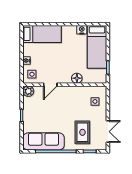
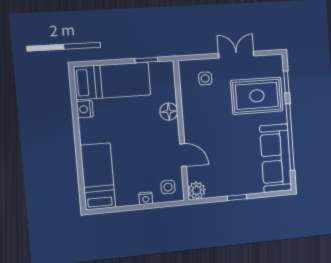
rug: (82, 132) -> (257, 96), width x1.36, depth x1.43
double door: (108, 132) -> (236, 55), moved

